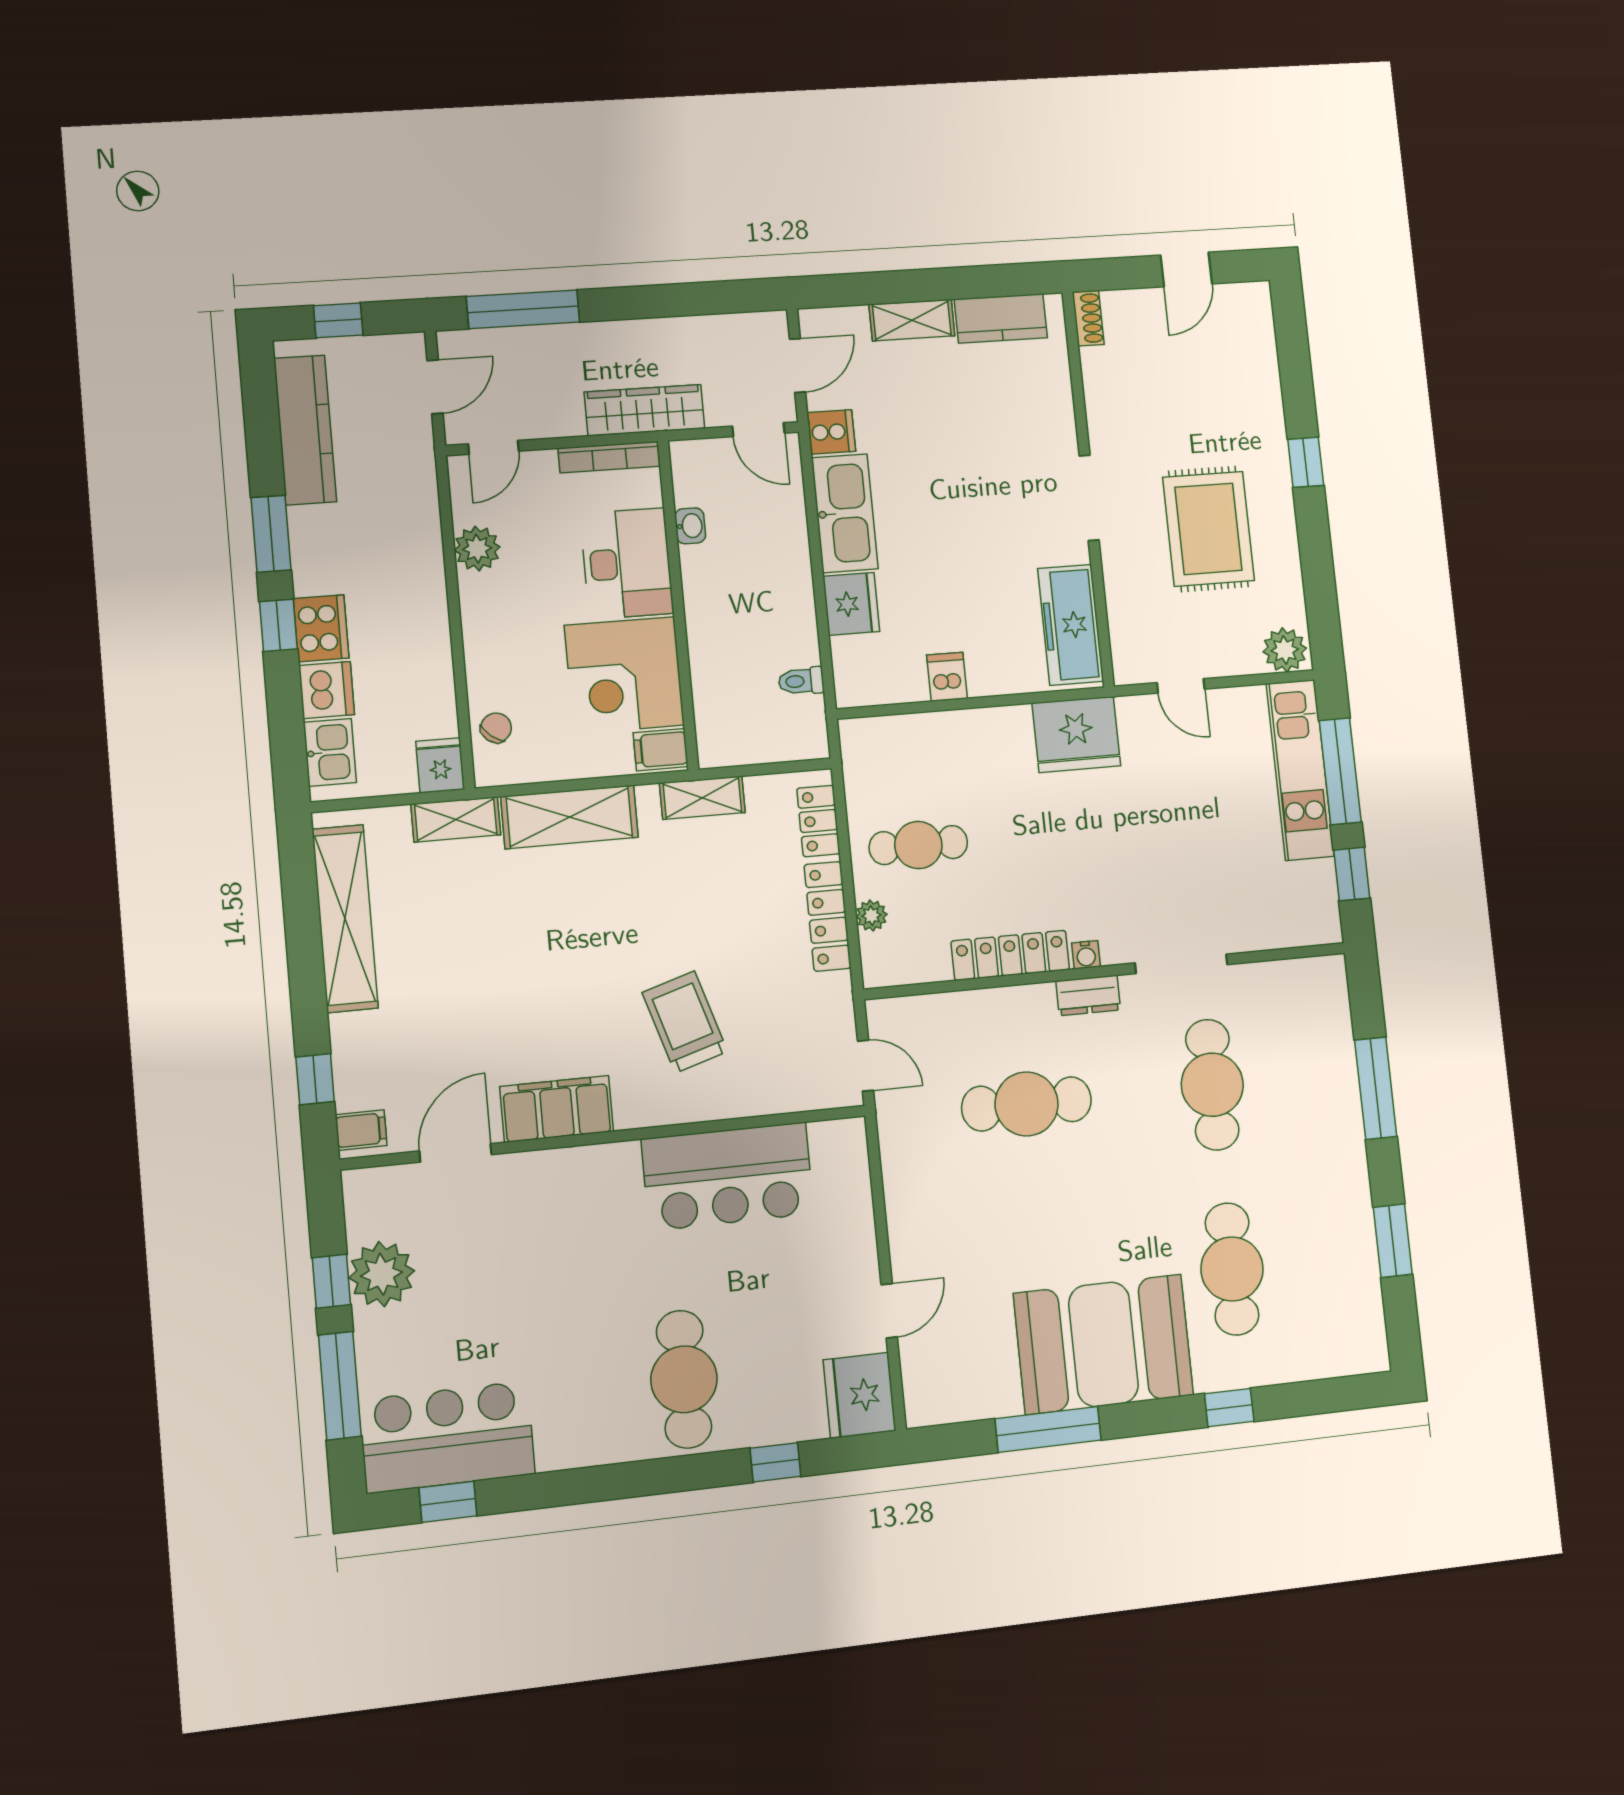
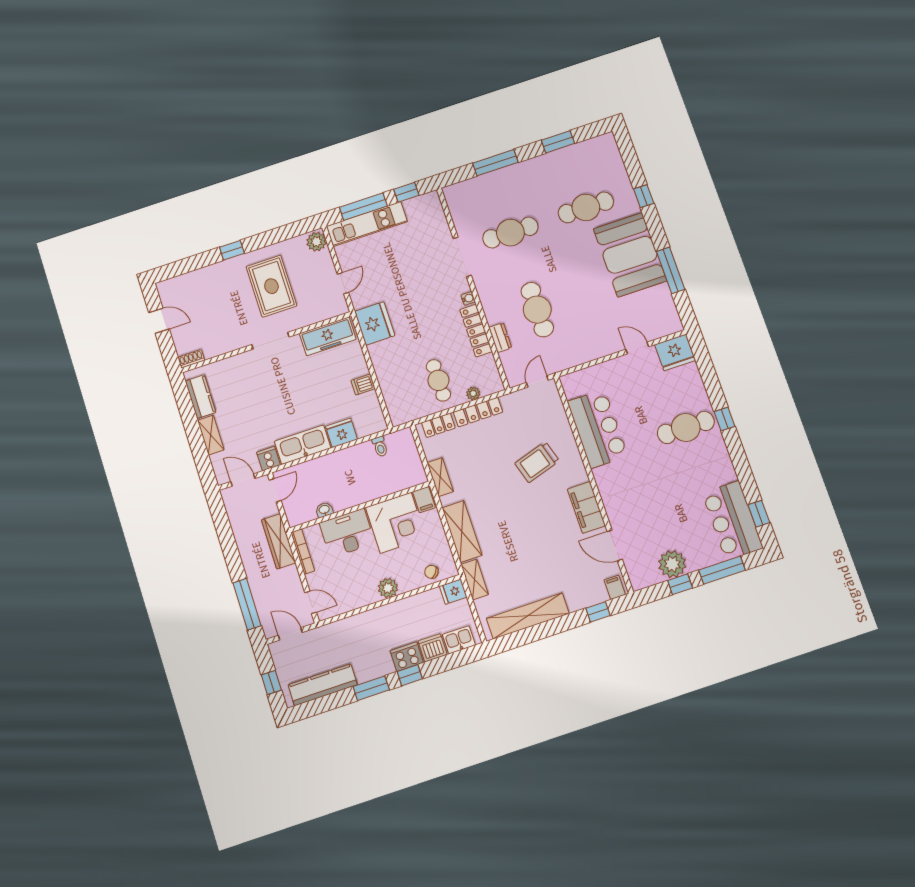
rug: (1208, 529) -> (271, 286), turned 90
plant: (477, 549) -> (388, 588), moved
dresser: (1088, 995) -> (500, 338), moved
window: (775, 1462) -> (725, 419), moved

